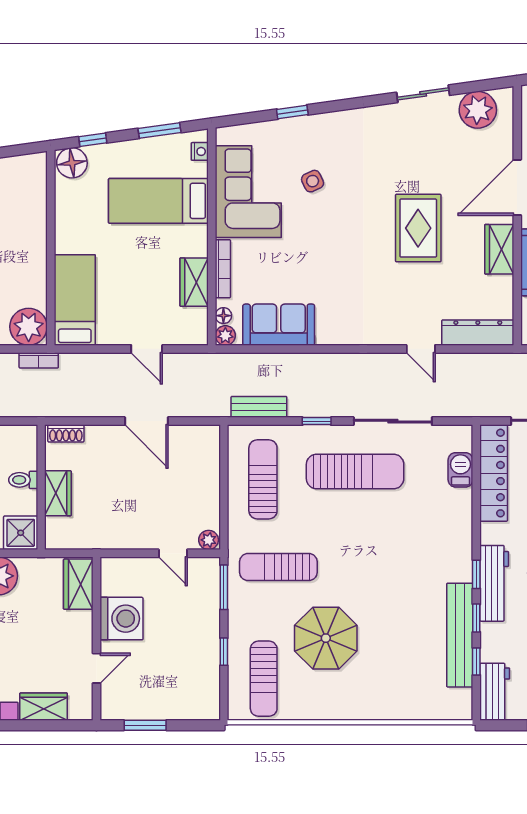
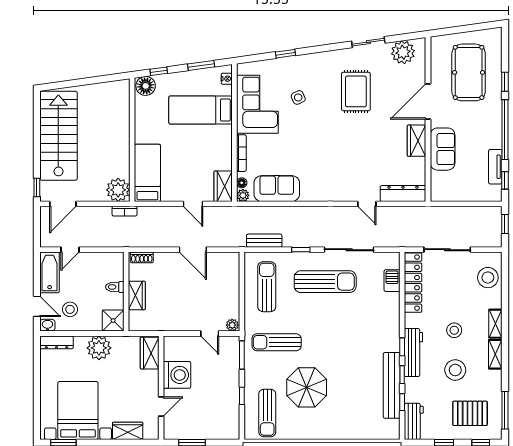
rug: (418, 228) -> (356, 91), moved
wardrobe: (194, 282) -> (223, 186), moved

